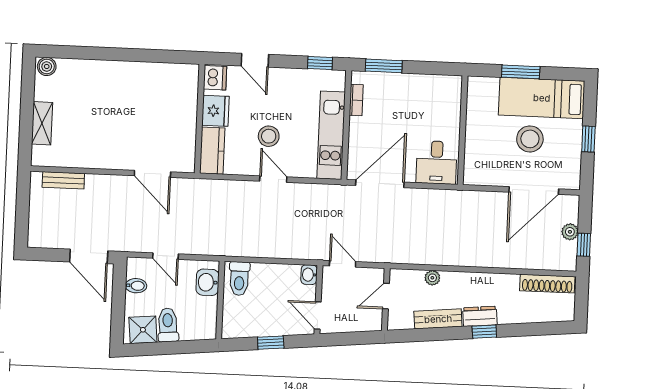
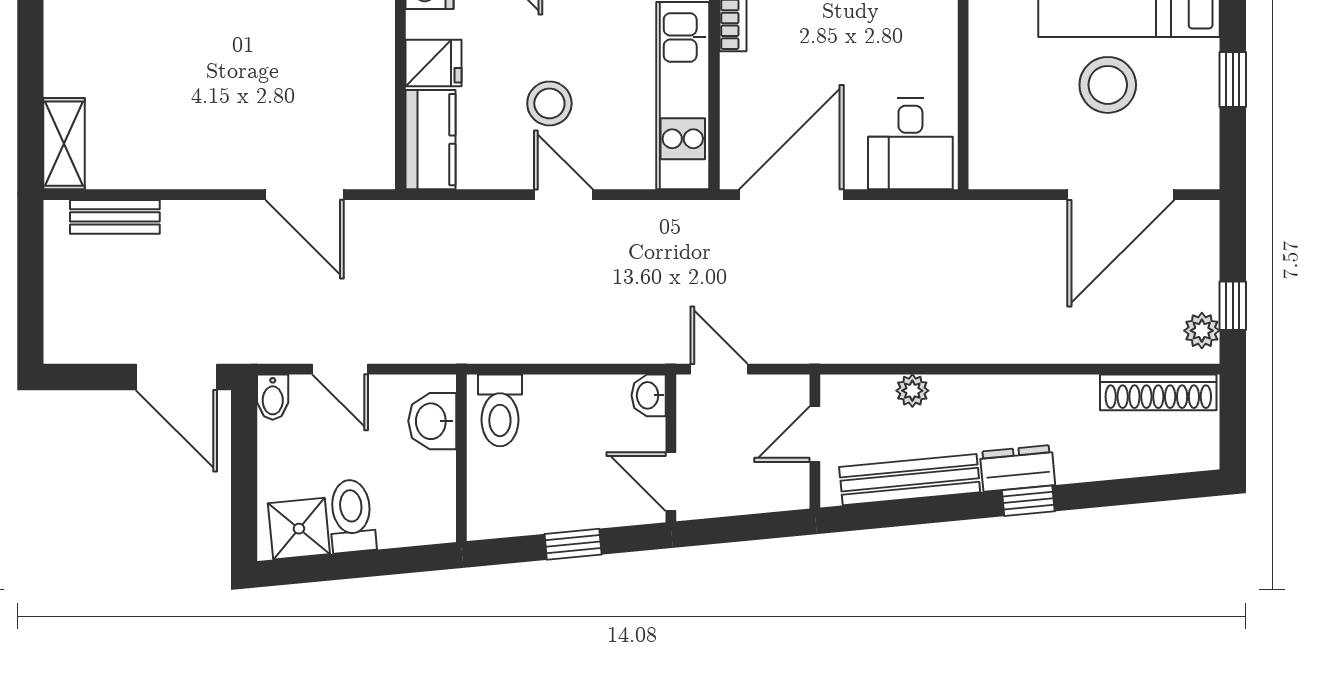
fridge: (215, 111) -> (433, 63), width x0.72
shelving: (42, 123) -> (64, 144), moved
plant: (570, 232) -> (1202, 331), moved
bidet: (136, 286) -> (273, 397), moved, turned 90
bench: (438, 319) -> (910, 480), width x1.36

